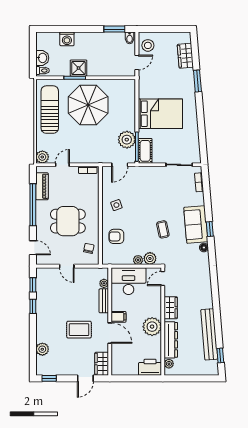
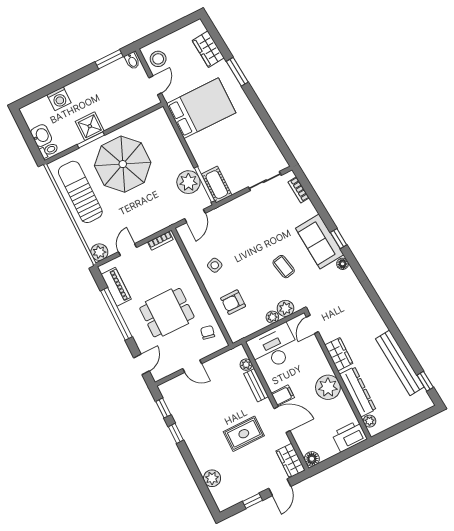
bed: (160, 114) -> (201, 108), moved
door: (33, 248) -> (142, 364), hinge flipped
floor lamp: (117, 370) -> (312, 459), added
window: (49, 378) -> (253, 501), moved

